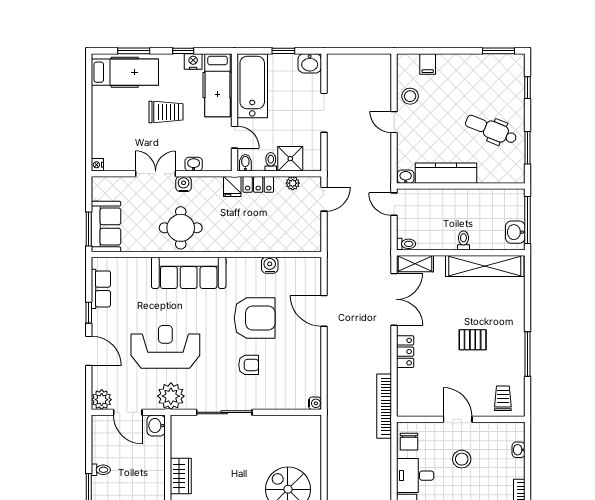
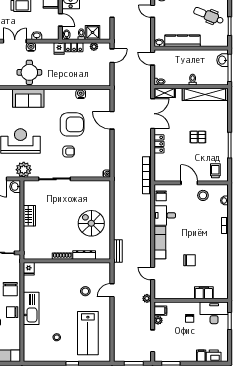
washbasin: (515, 232) -> (222, 60), moved
sofa: (189, 273) -> (28, 98), width x0.73
stool: (462, 459) -> (203, 195), moved

